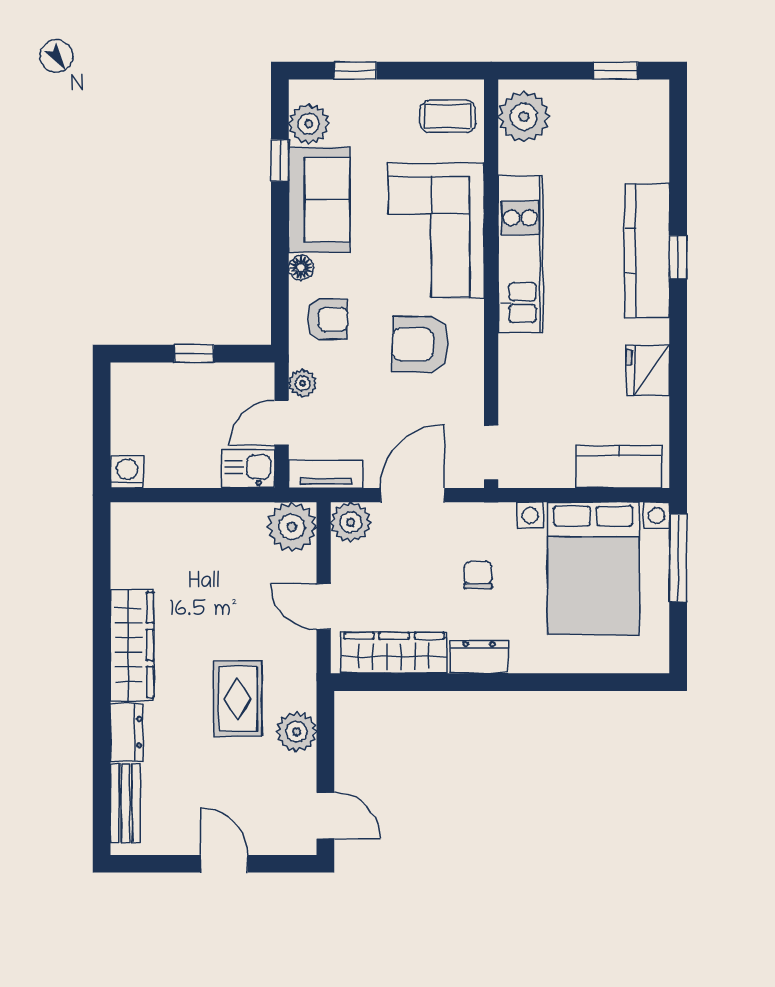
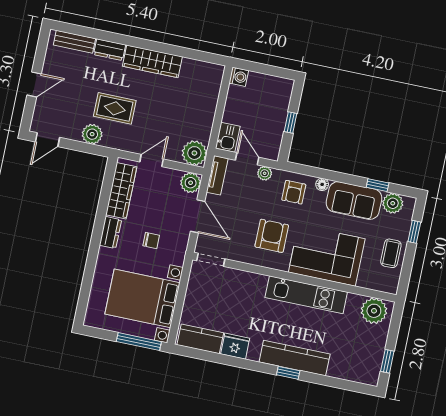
coffee table: (448, 116) -> (391, 253), moved
kitchen counter: (619, 467) -> (200, 339), moved, turned -90

